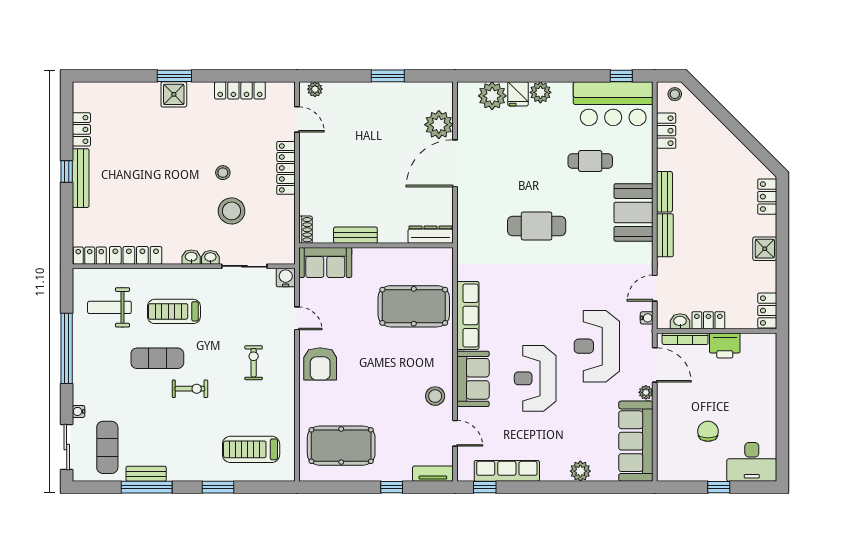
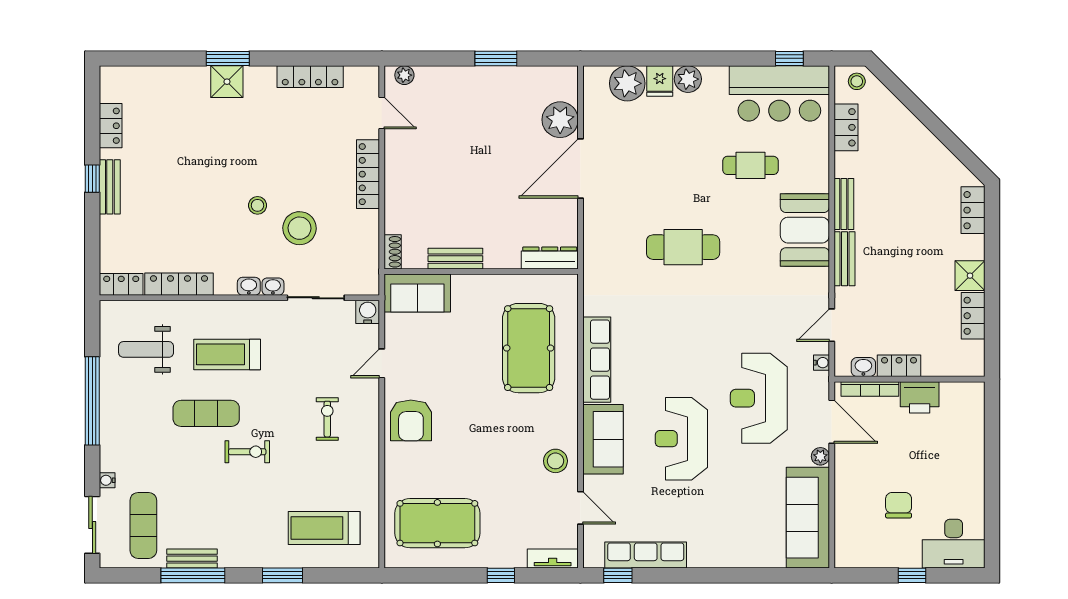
stool: (223, 173) -> (258, 205), moved
bench: (81, 178) -> (110, 187), width x0.73
pool table: (414, 306) -> (529, 348), turned 90
locker: (767, 311) -> (973, 316), moved
door: (297, 318) -> (382, 363), swing flipped
plant: (580, 471) -> (738, 555), removed

